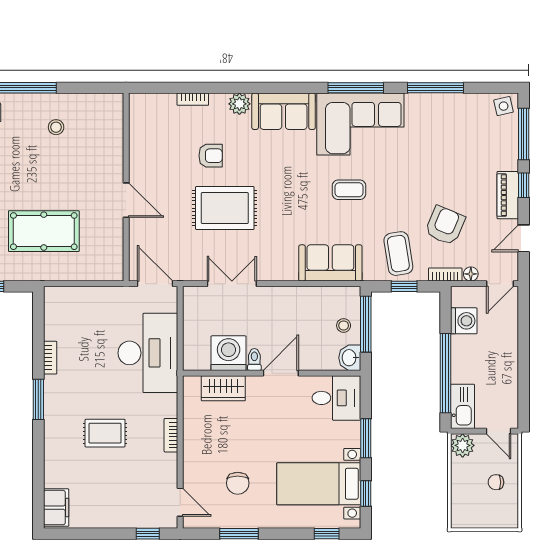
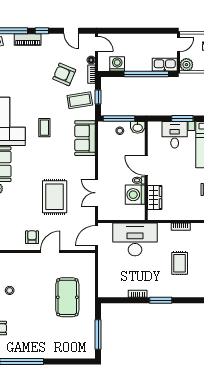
armchair: (211, 156) -> (32, 237), moved
piano: (508, 195) -> (28, 39), moved
desk: (336, 398) -> (175, 135), moved

